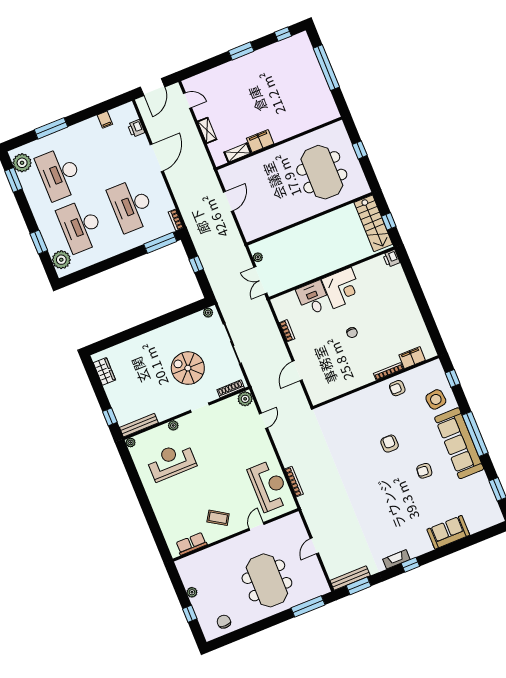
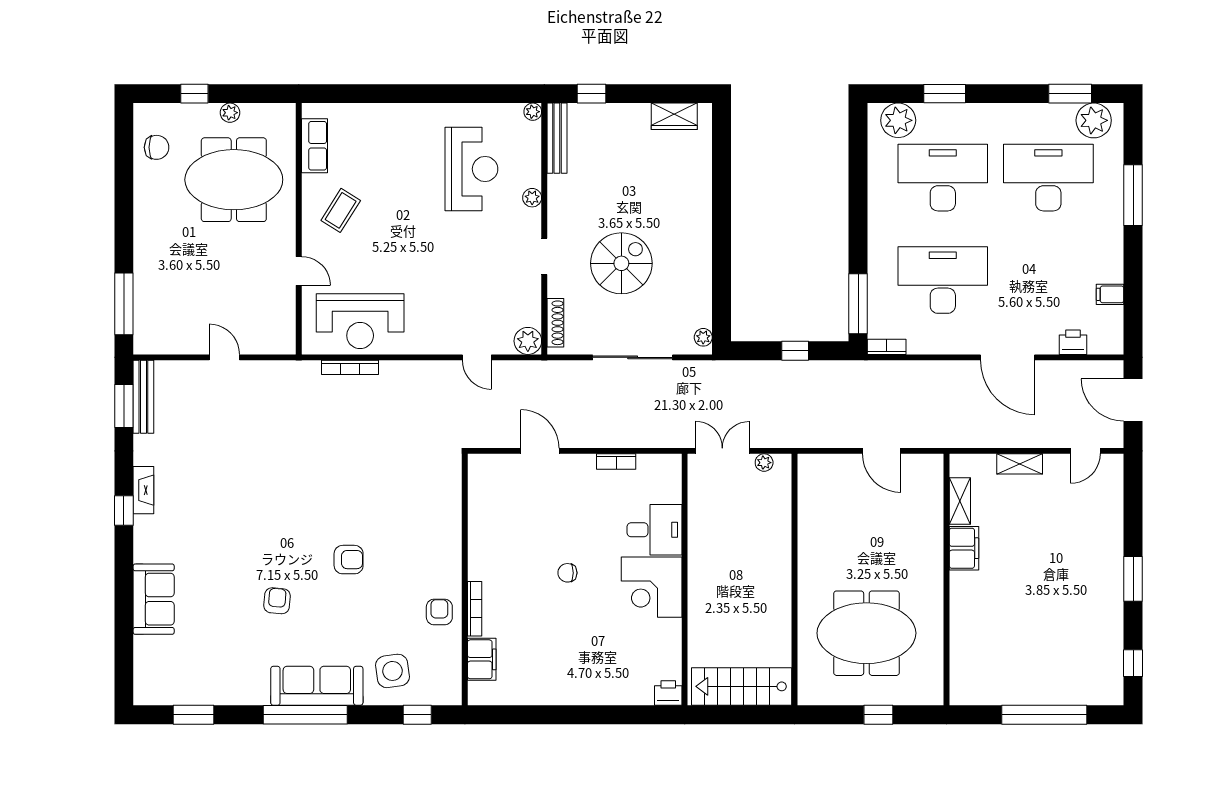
window: (389, 221) -> (734, 715), removed
sofa: (459, 443) -> (317, 686), width x0.74, depth x0.79
meeting table: (267, 580) -> (234, 180), moved

